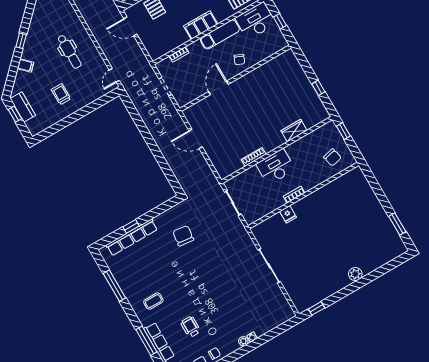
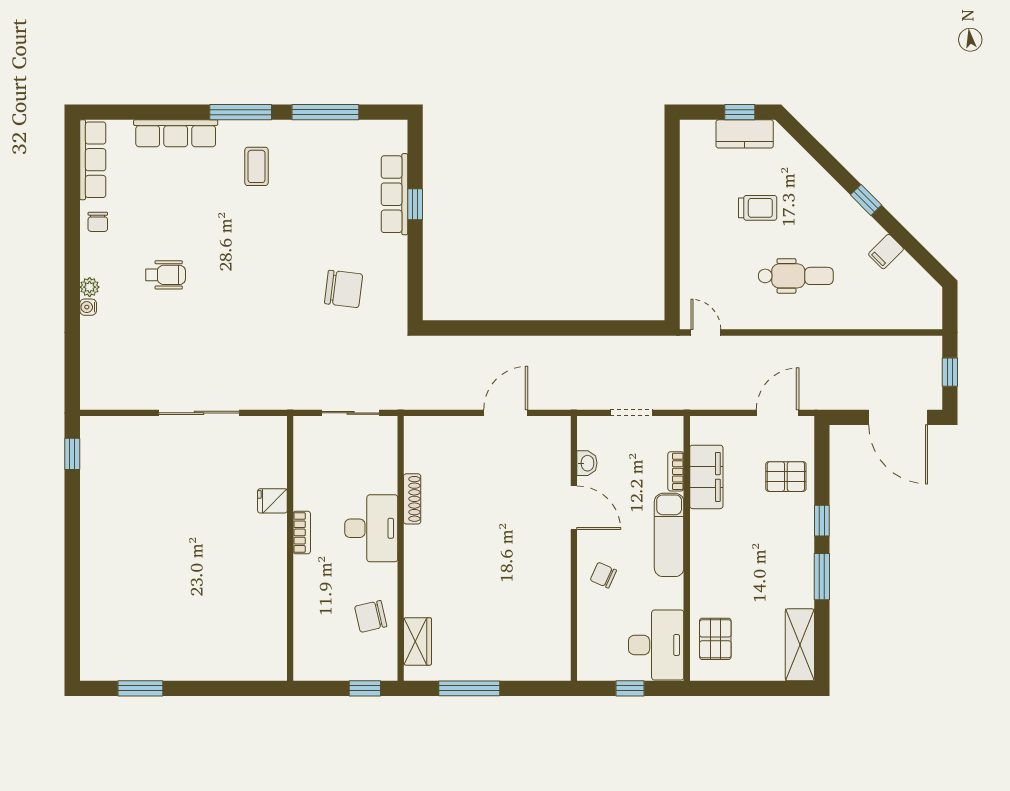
filing cabinet: (201, 25) -> (706, 477), moved
exam couch: (220, 34) -> (669, 535), moved
dental chair: (69, 52) -> (796, 276), turned 180
filing cabinet: (26, 66) -> (886, 252), moved
window: (318, 88) -> (469, 688), width x2.17
washbasin: (197, 93) -> (587, 463), added
trolley: (61, 94) -> (758, 208), moved
wardrobe: (294, 131) -> (417, 641), moved
chair: (332, 157) -> (371, 616), moved
row of seats: (132, 237) -> (394, 194), width x0.73
plant: (355, 274) -> (94, 560), removed
wheelchair: (191, 327) -> (166, 275), moved
window: (146, 341) -> (241, 112), moved

